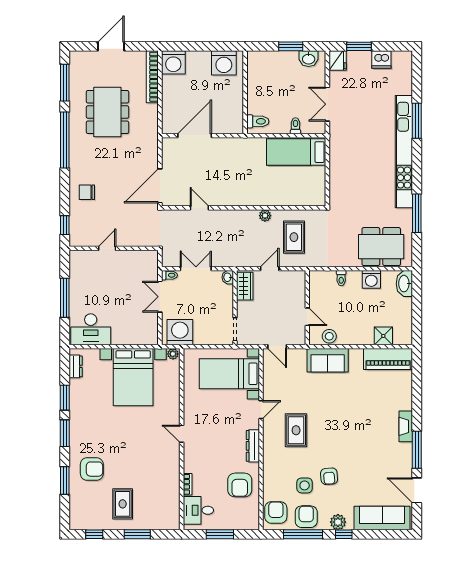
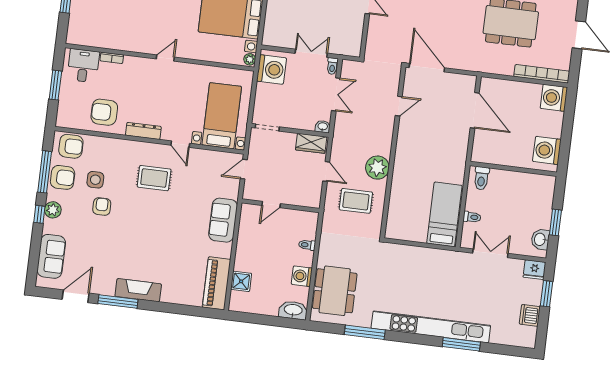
plant: (265, 216) -> (377, 168), width x1.88, depth x1.88
stool: (329, 336) -> (248, 225), removed
fireplace: (406, 426) -> (138, 290), width x1.37, depth x1.32
armchair: (329, 476) -> (102, 207), turned 95
sofa: (382, 518) -> (51, 256), width x0.73

